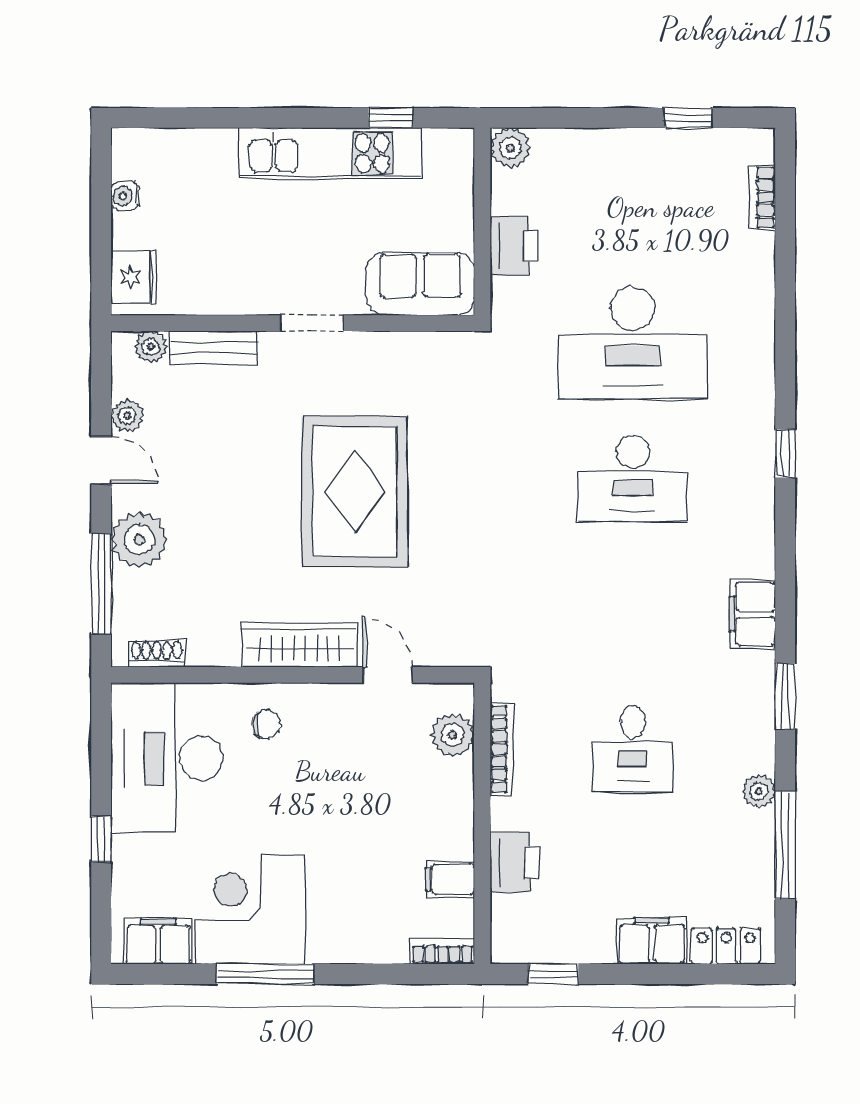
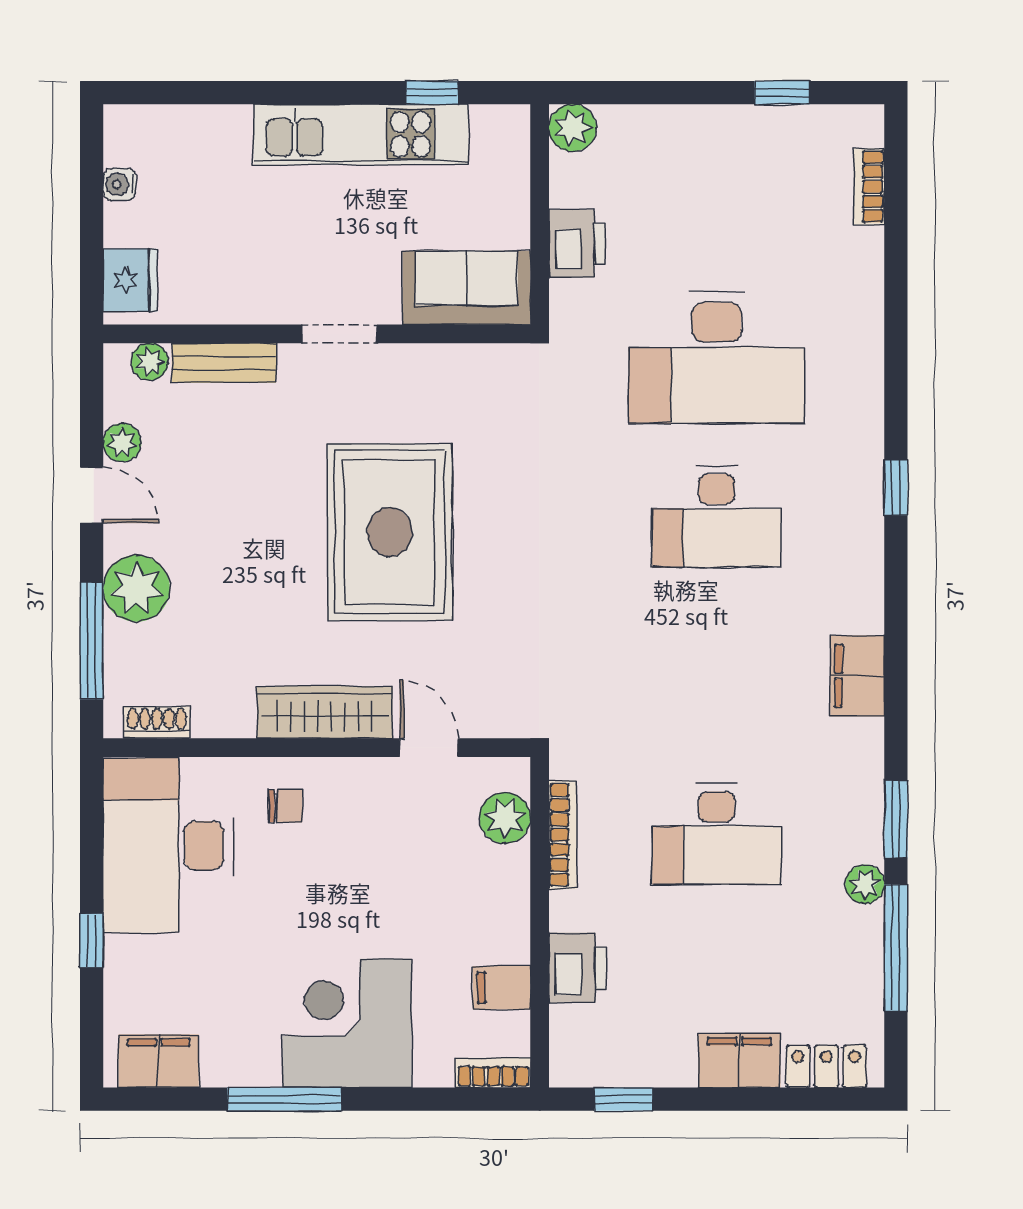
window: (785, 696) -> (896, 819), moved
desk: (633, 749) -> (717, 834), width x1.37
corner desk: (250, 909) -> (347, 1023), moved

